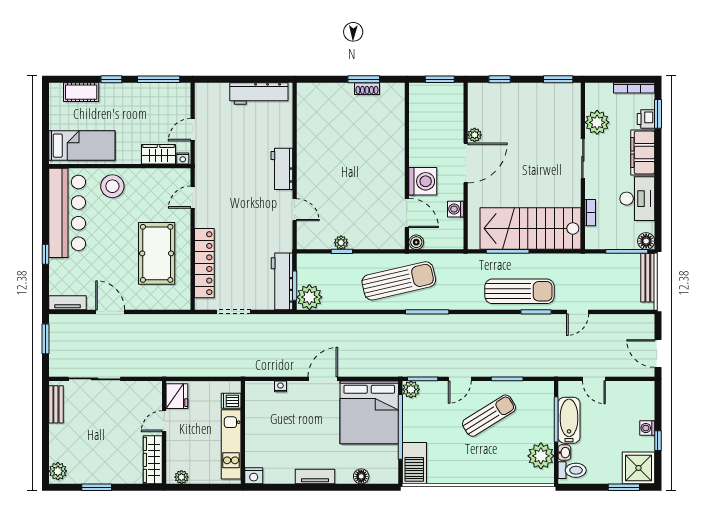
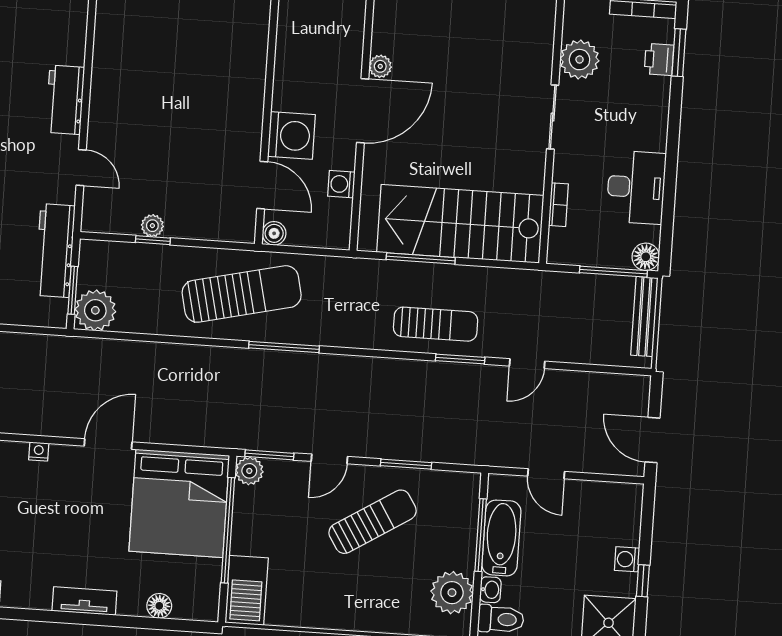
filing cabinet: (643, 152) -> (650, 113), removed
workbench: (282, 281) -> (55, 251), moved
sun lounger: (520, 291) -> (436, 324), width x0.73, depth x0.75

